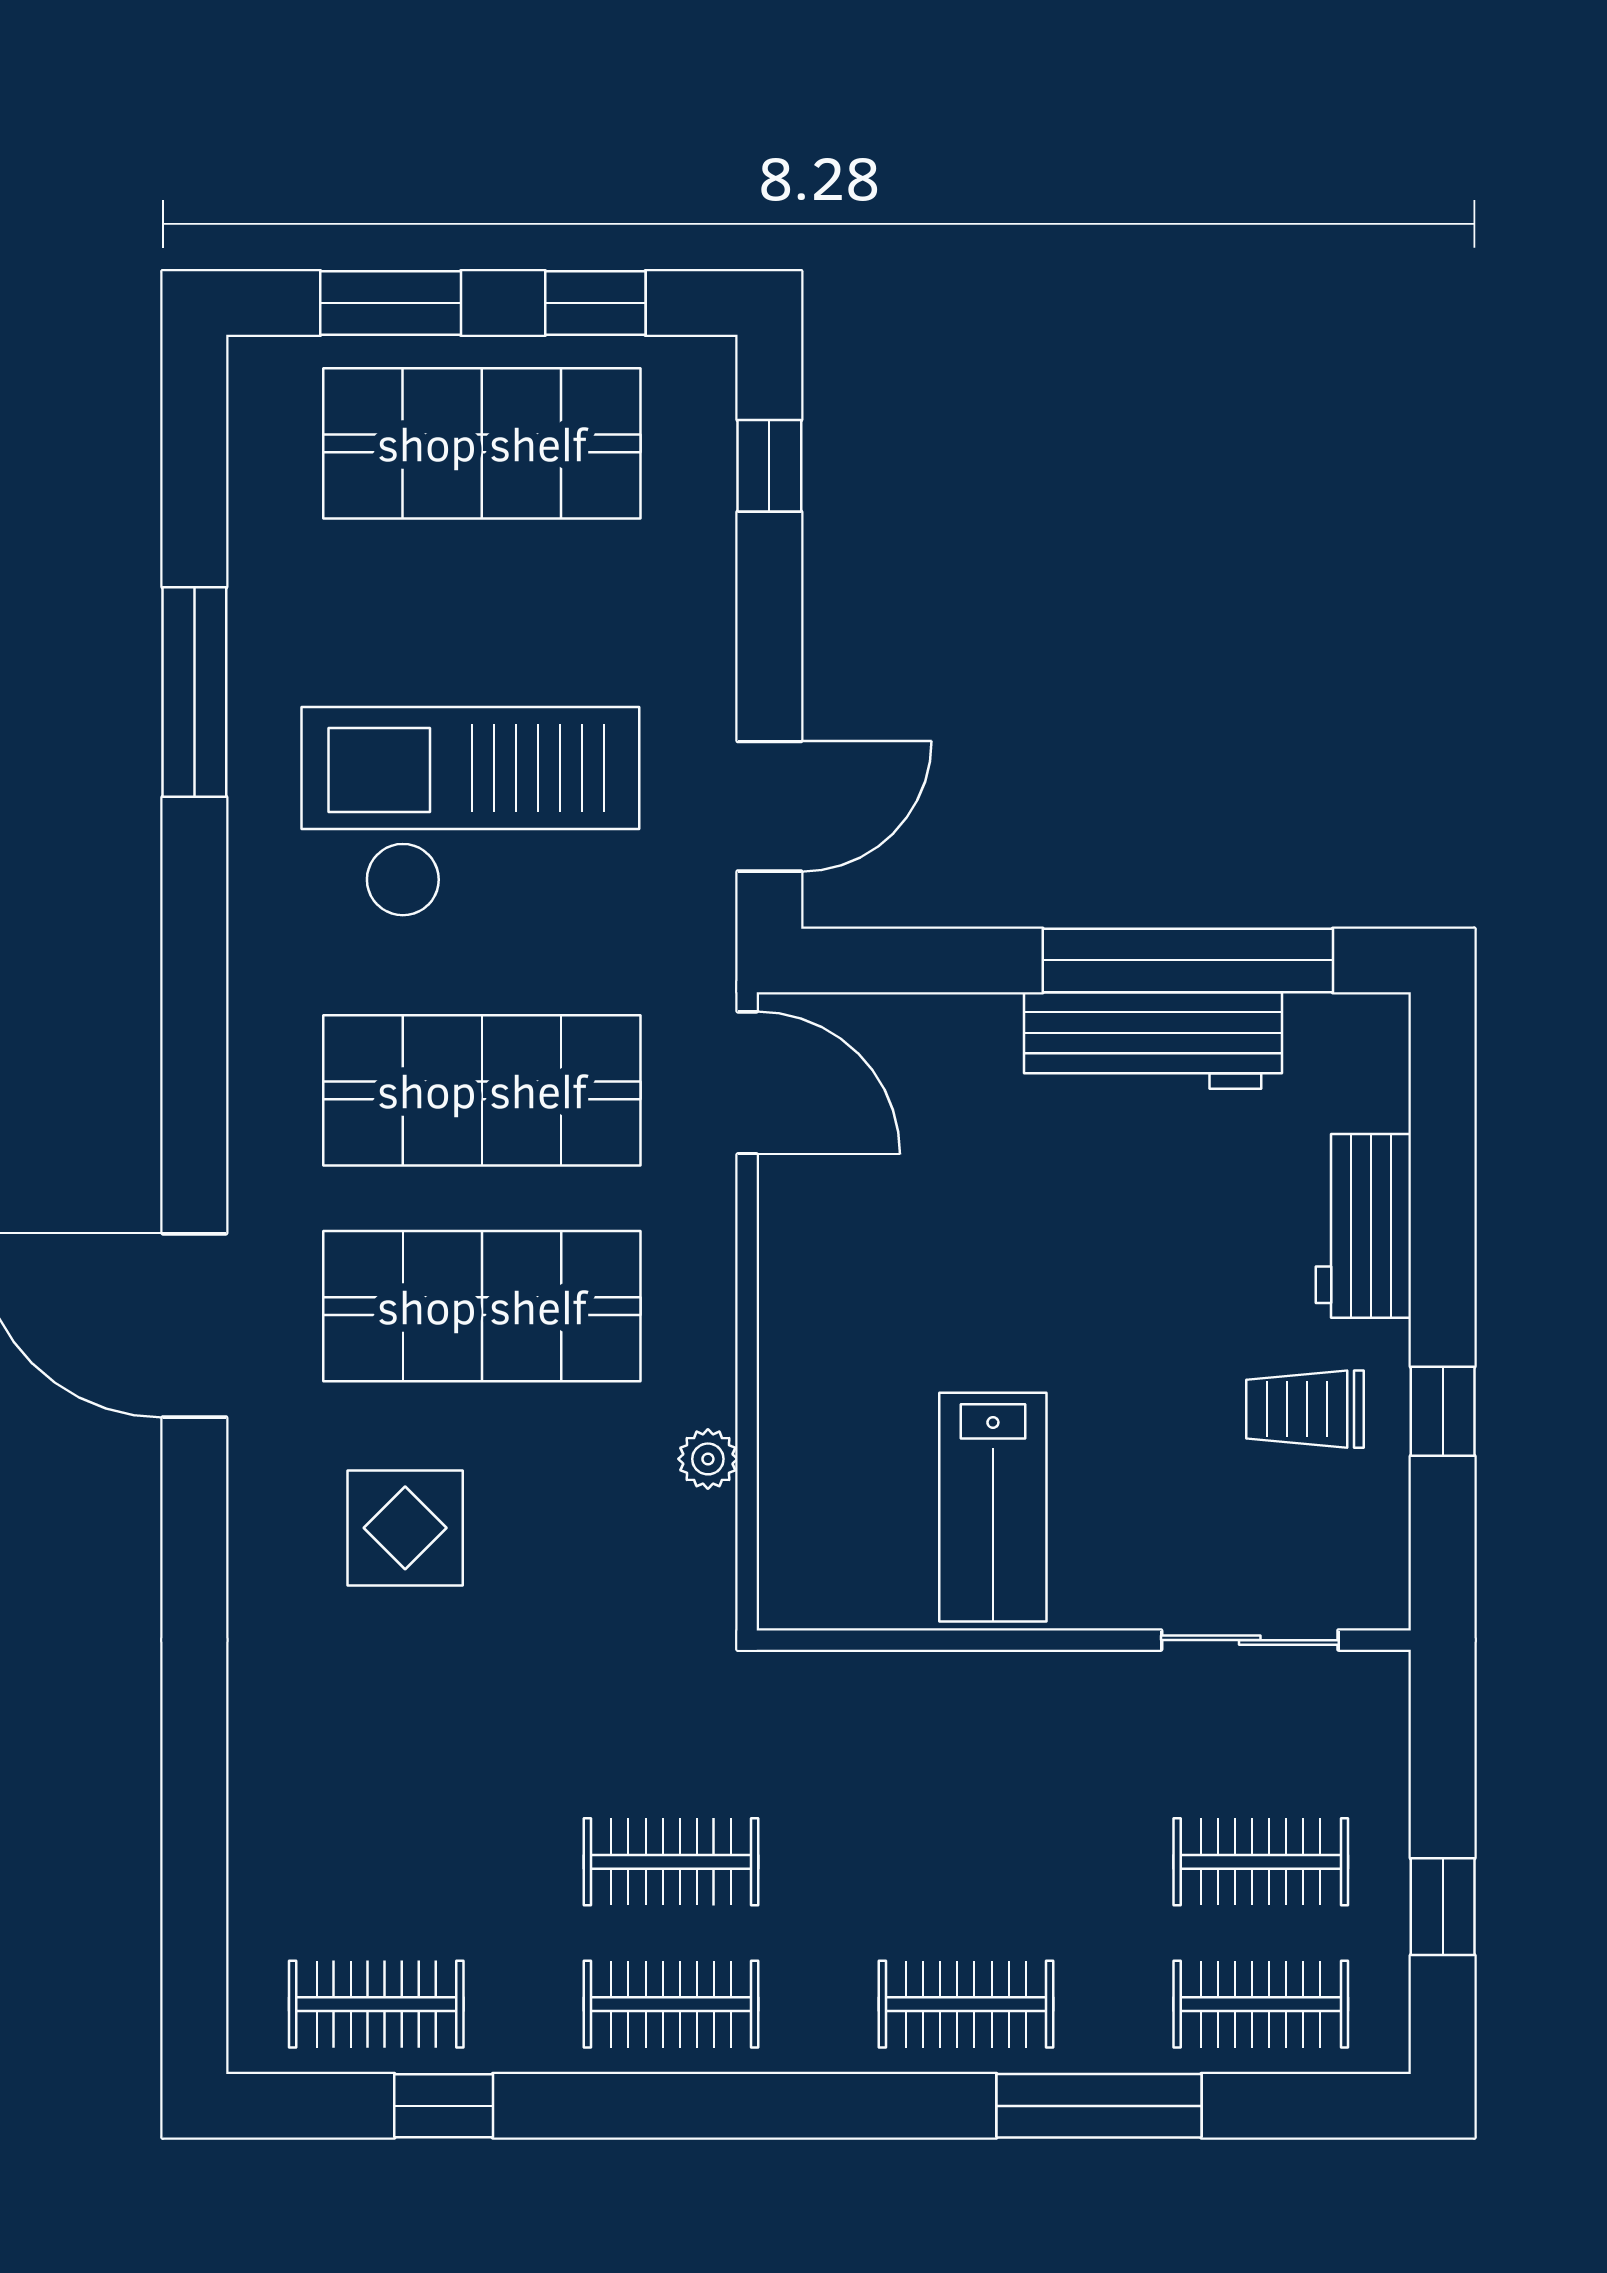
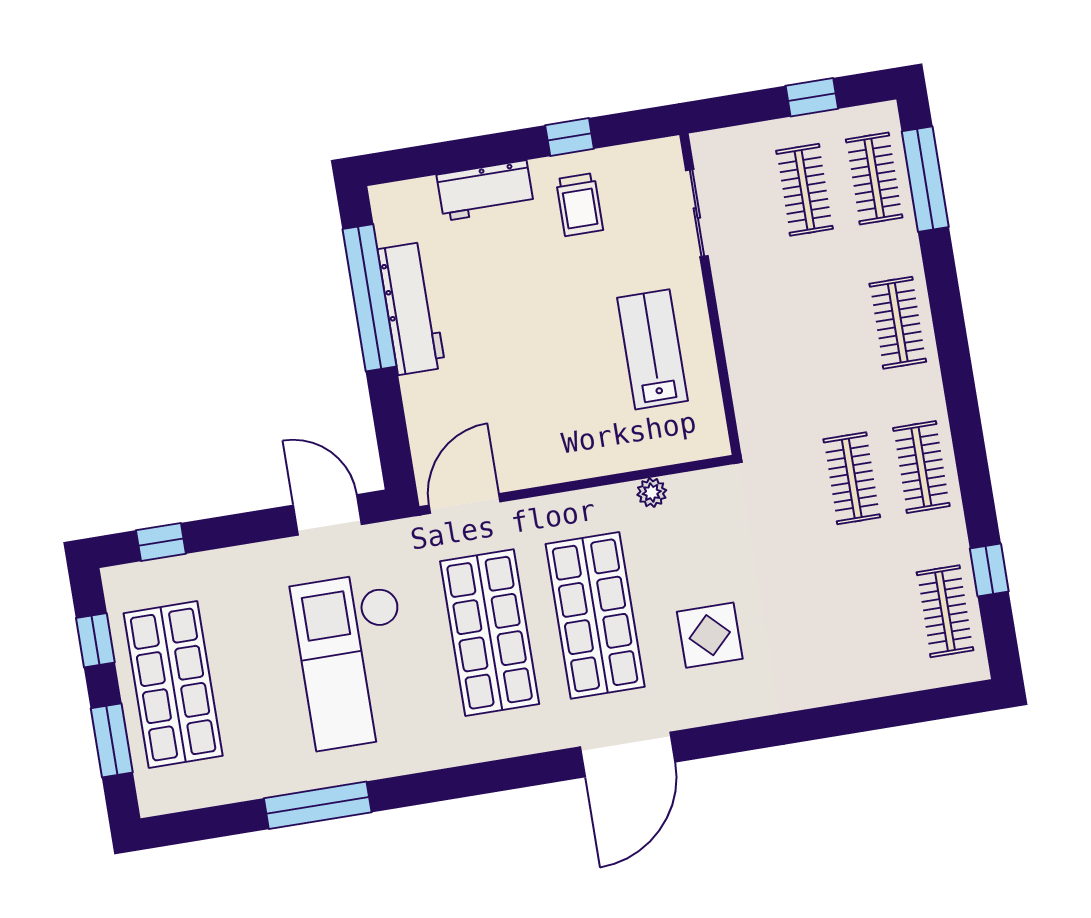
lab bench: (993, 1507) -> (652, 349), turned -90
window: (1099, 2106) -> (925, 179), moved

